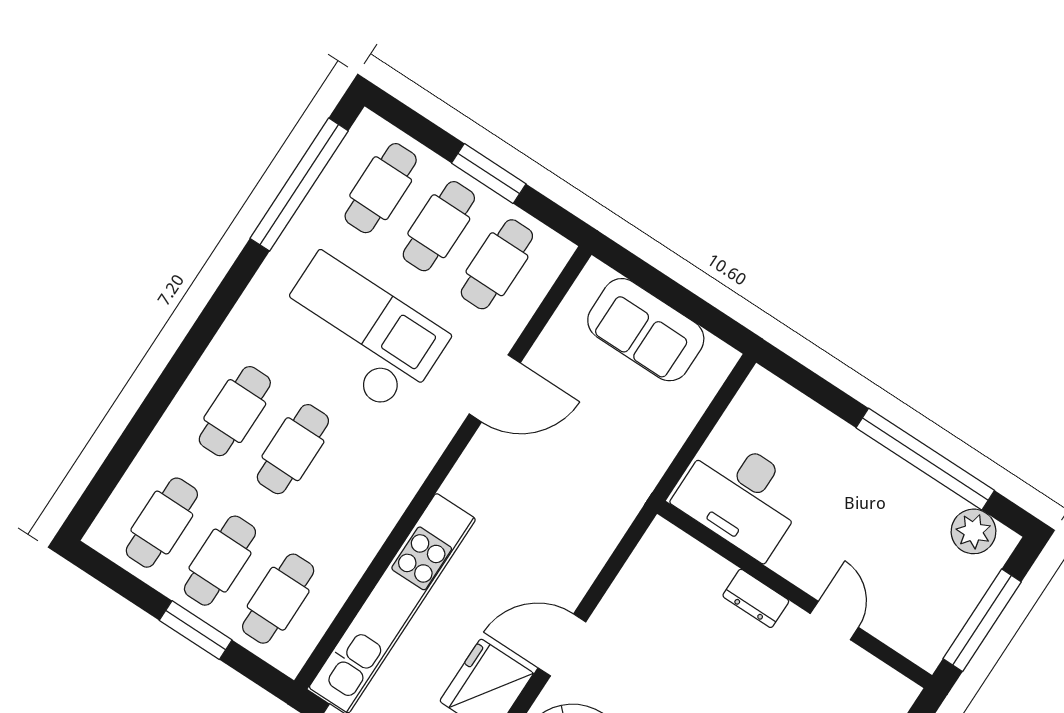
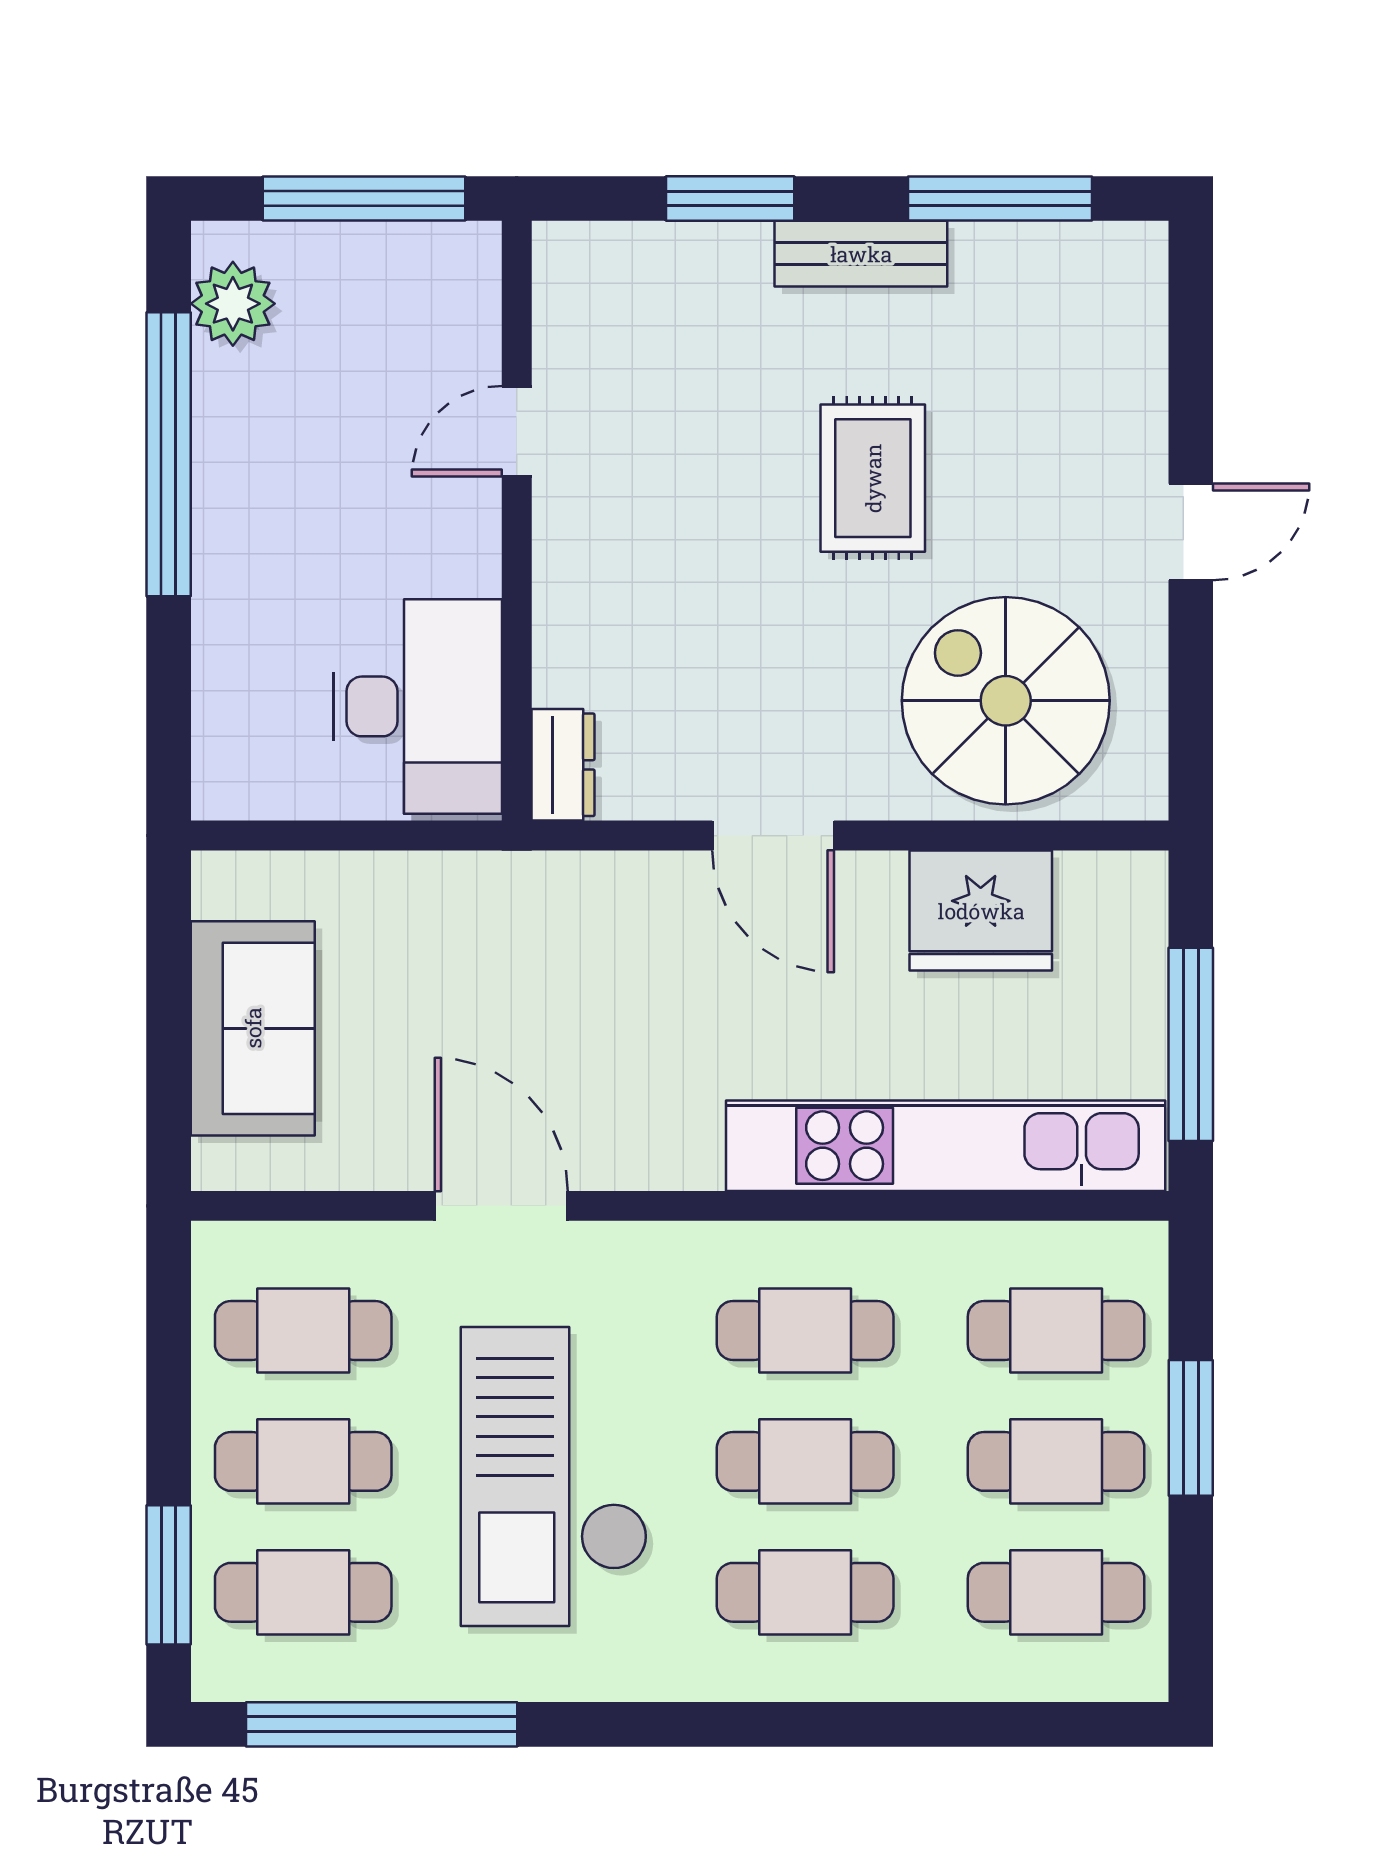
window: (489, 173) -> (169, 1575), moved
cafe table: (351, 487) -> (805, 1331), added
dresser: (756, 598) -> (563, 765), moved
door: (562, 645) -> (773, 836), moved

